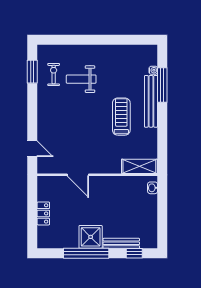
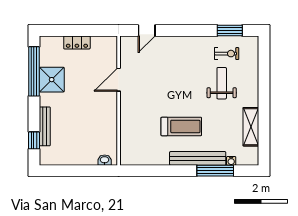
shelving: (139, 166) -> (251, 127), moved
shower: (91, 237) -> (52, 80), moved
window: (86, 253) -> (34, 71), moved

